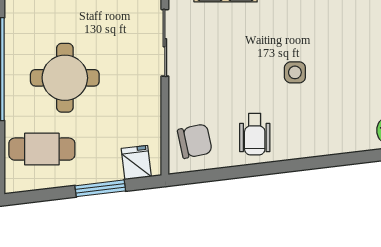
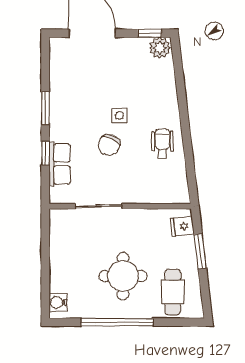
wheelchair: (255, 134) -> (162, 144), turned -90
chair: (195, 141) -> (109, 145), moved, turned -142

